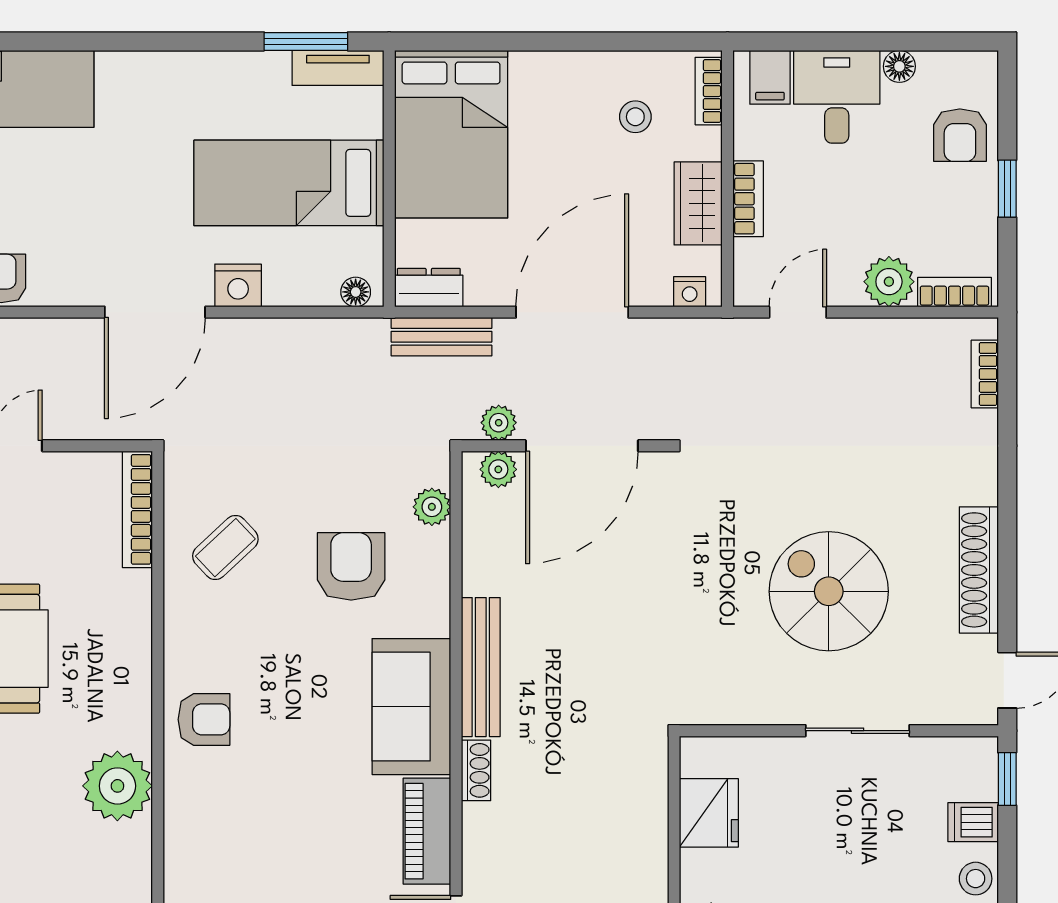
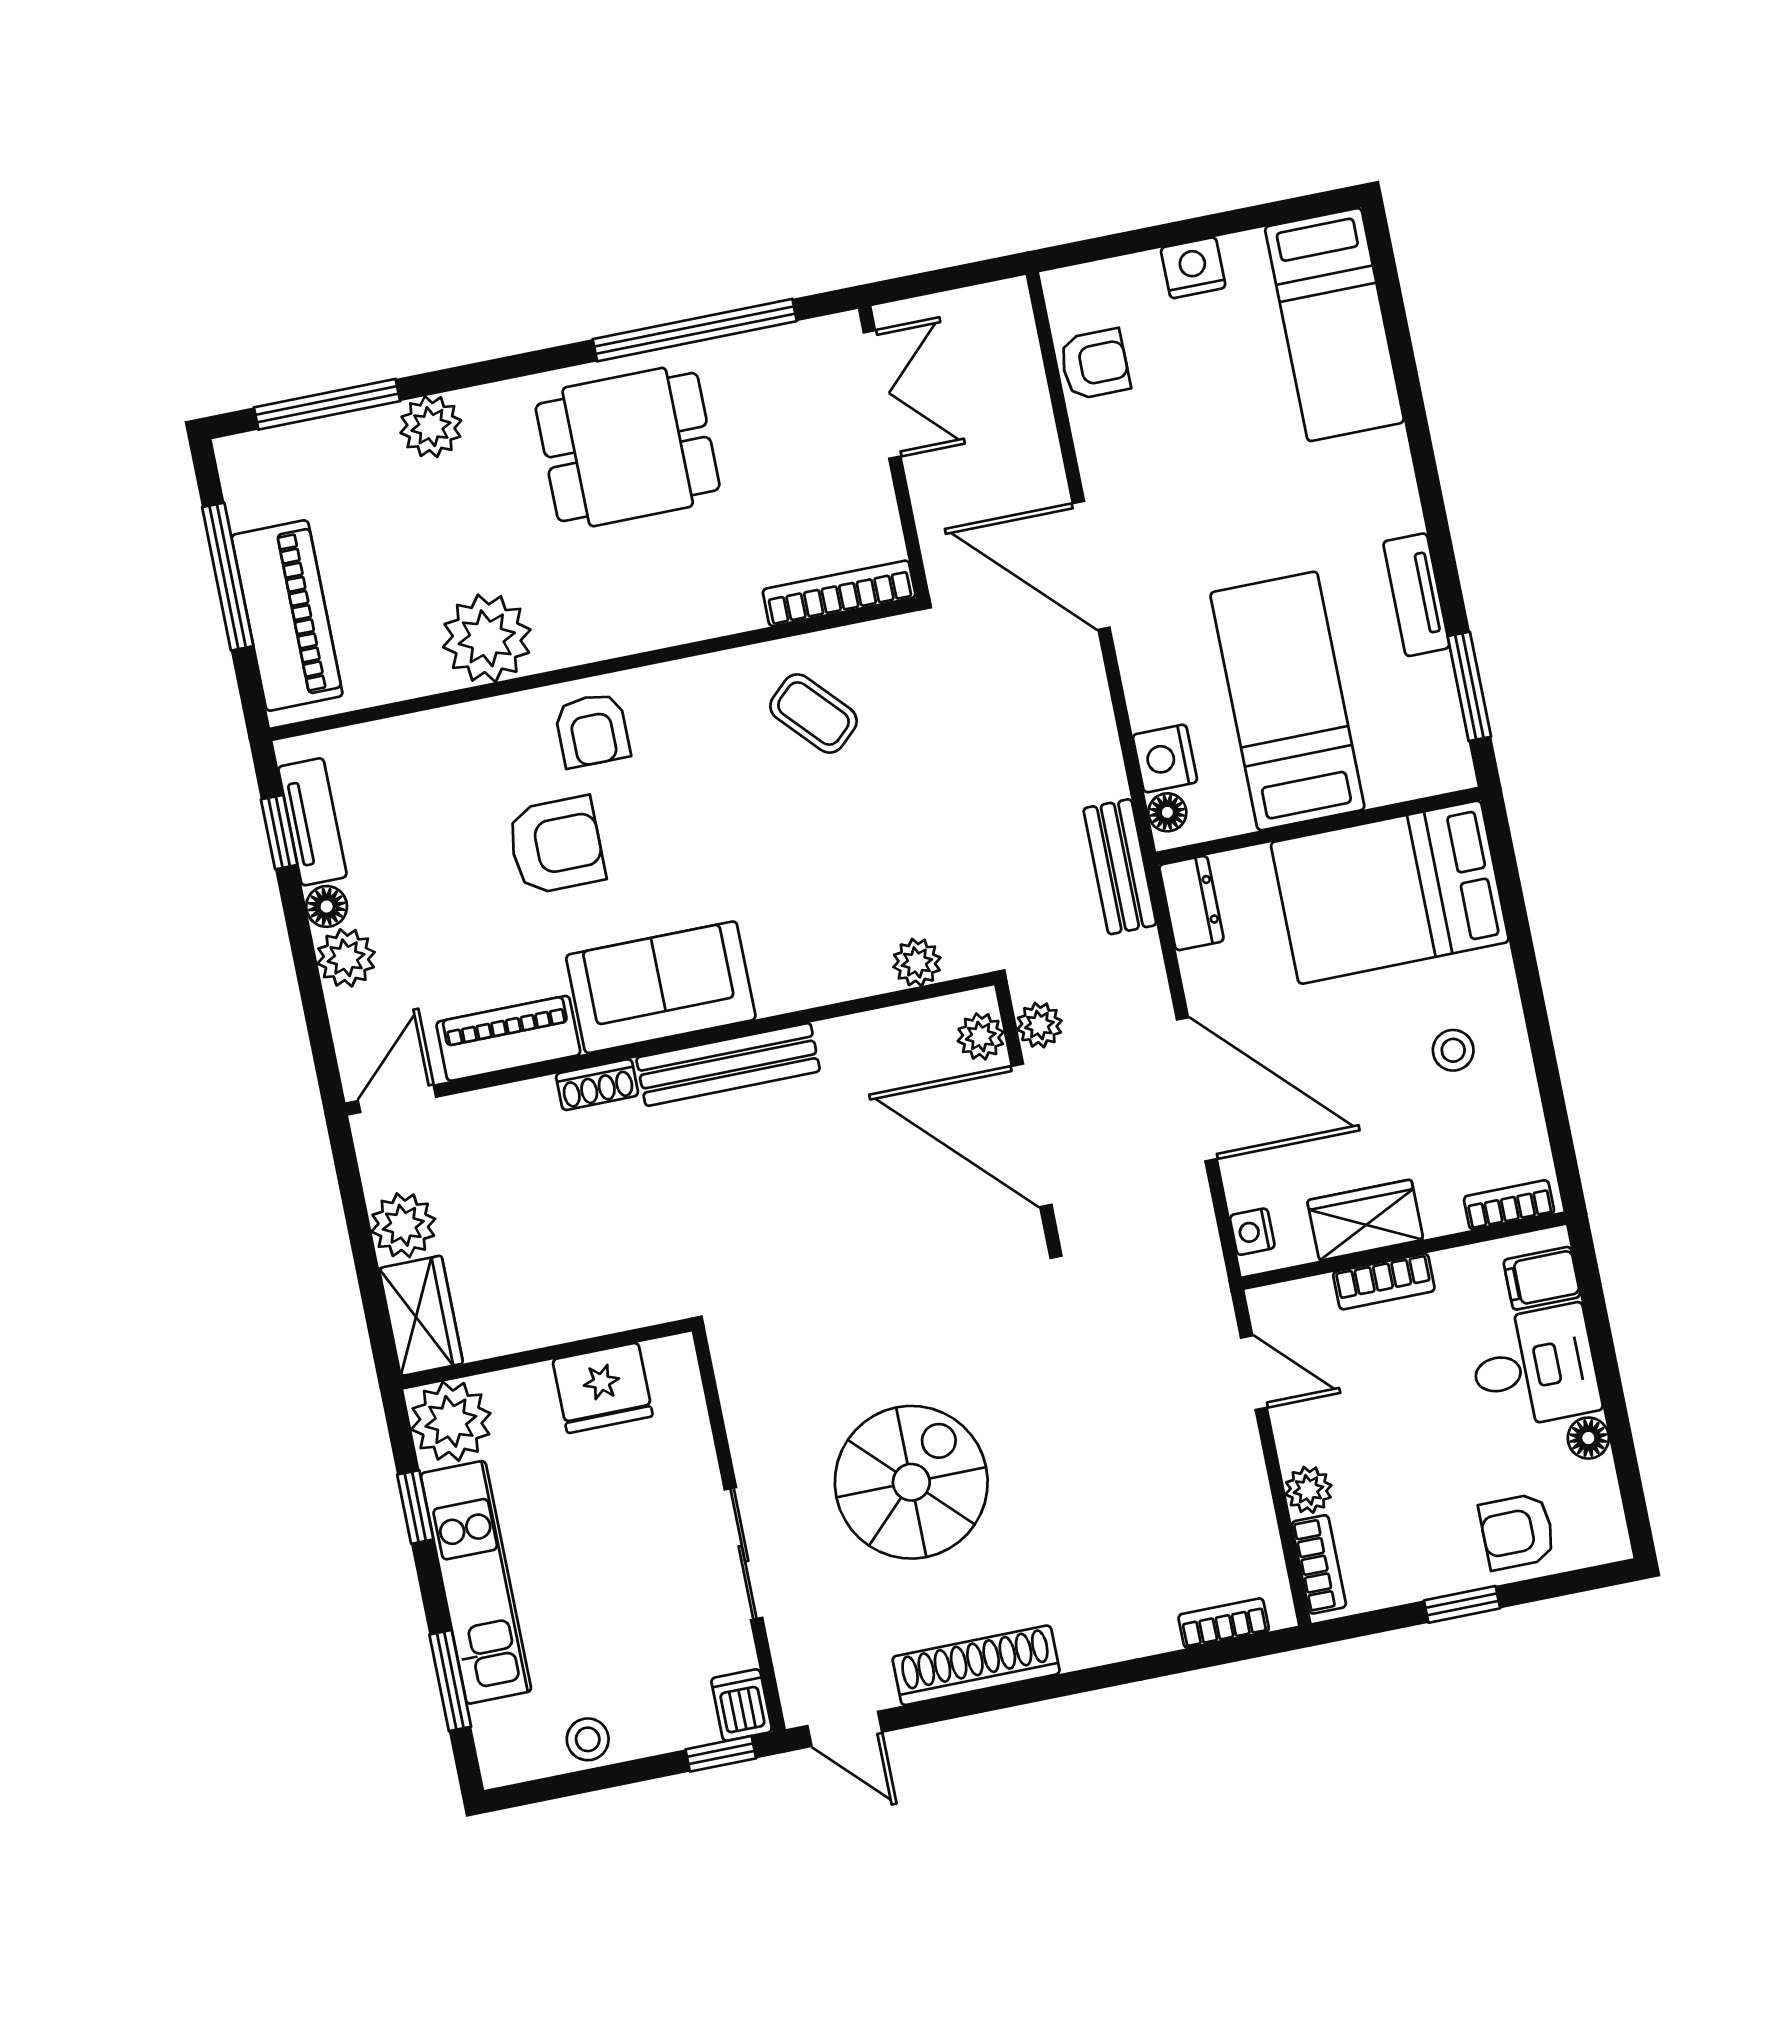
tv unit: (338, 68) -> (1416, 595), moved
stool: (635, 117) -> (1453, 1050), moved
plant: (889, 282) -> (1308, 1490), width x0.73, depth x0.73
nightstand: (238, 285) -> (1165, 758), moved
bench: (441, 337) -> (1120, 867), moved
armchair: (351, 566) -> (556, 845), moved
dishwasher: (973, 822) -> (742, 1705), moved

